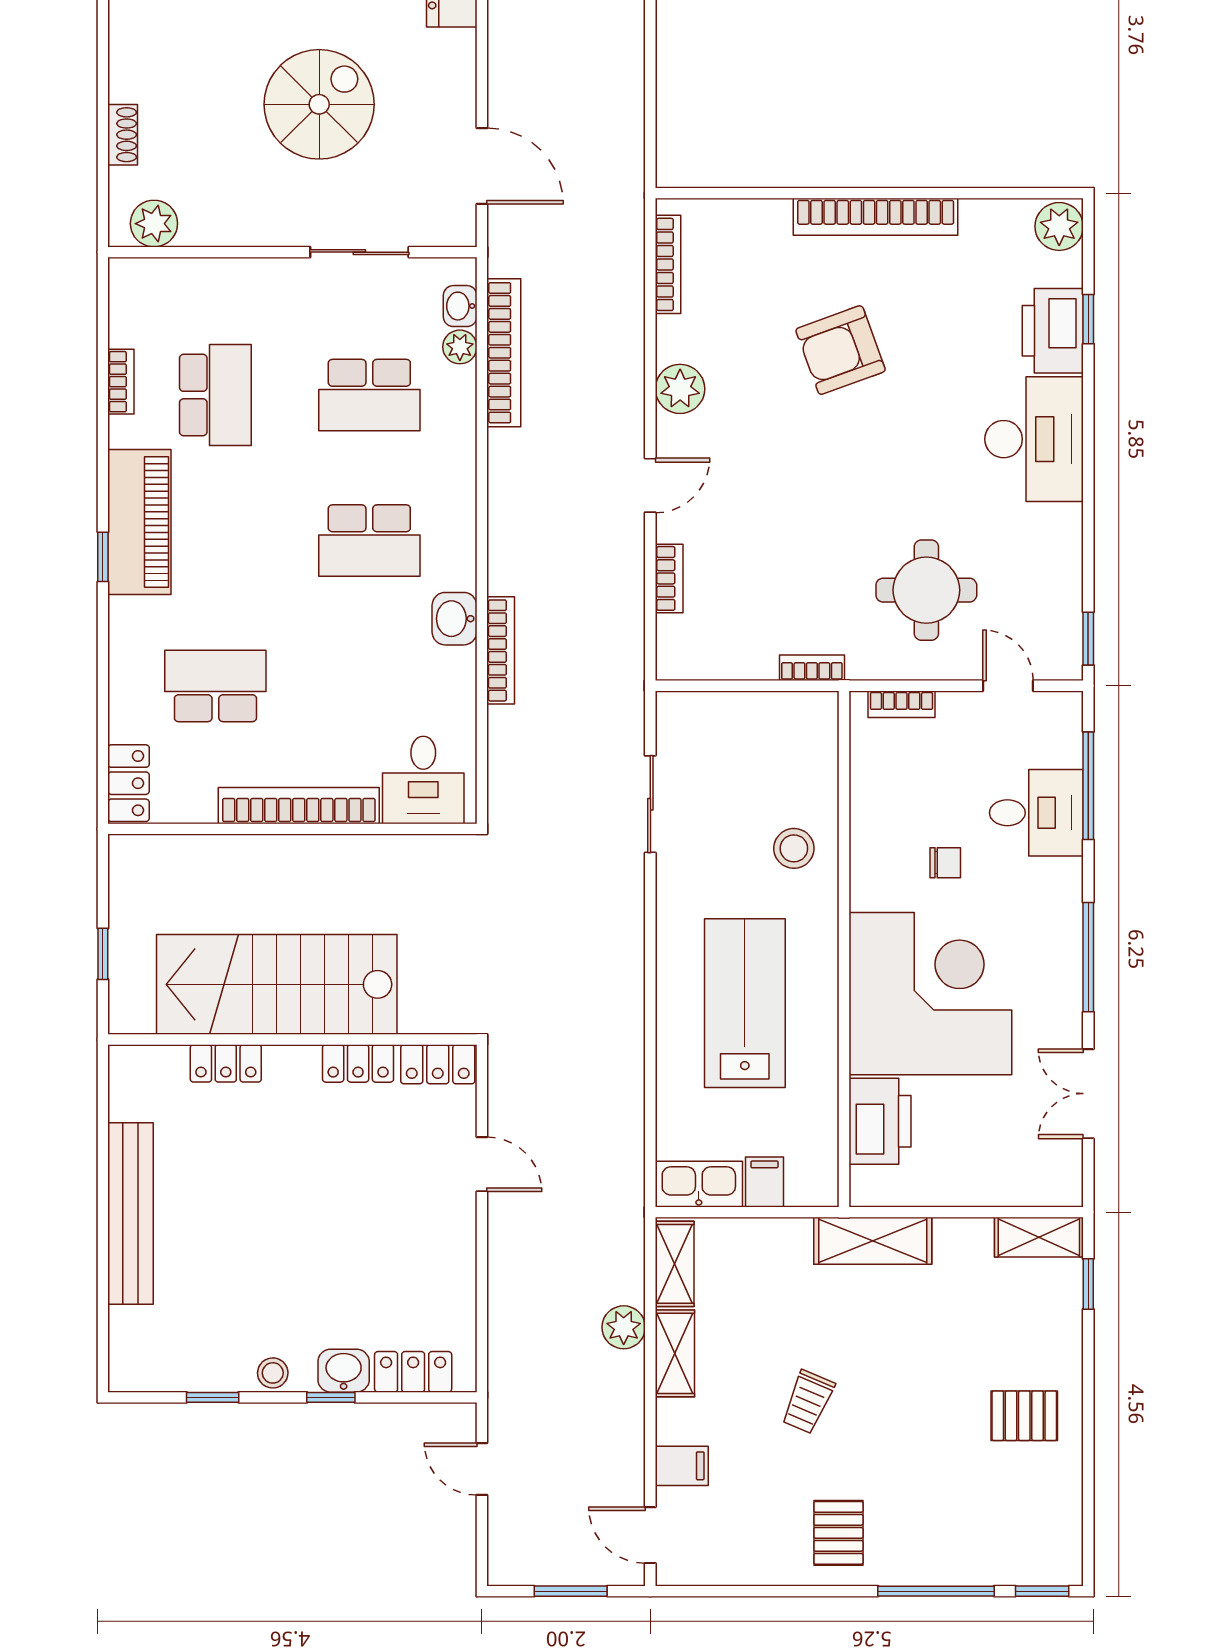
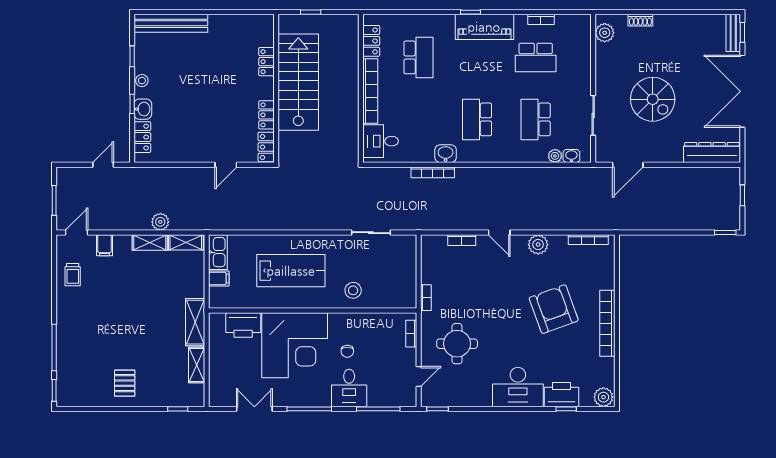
armchair: (841, 350) -> (554, 309), width x1.36, depth x1.36
bookcase: (504, 353) -> (553, 174), removed
locker: (129, 783) -> (371, 41), moved, turned -90
desk: (1036, 813) -> (349, 388), moved
bench: (131, 1213) -> (171, 23), moved
shelving: (1039, 1237) -> (197, 365), moved
trolley: (808, 1402) -> (73, 275), moved, turned -113
pallet: (838, 1533) -> (77, 308), removed

